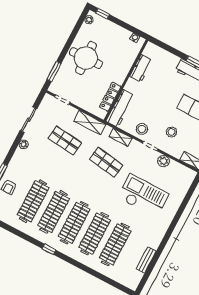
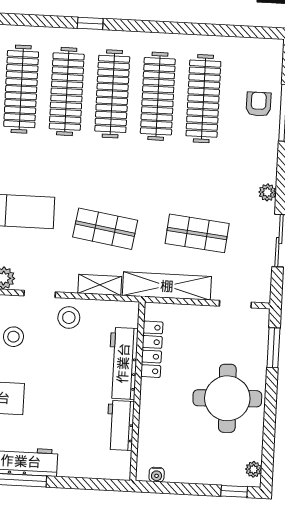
workbench: (120, 108) -> (123, 363), moved
shelving: (90, 123) -> (167, 286), width x1.47
window: (49, 249) -> (90, 23), moved

